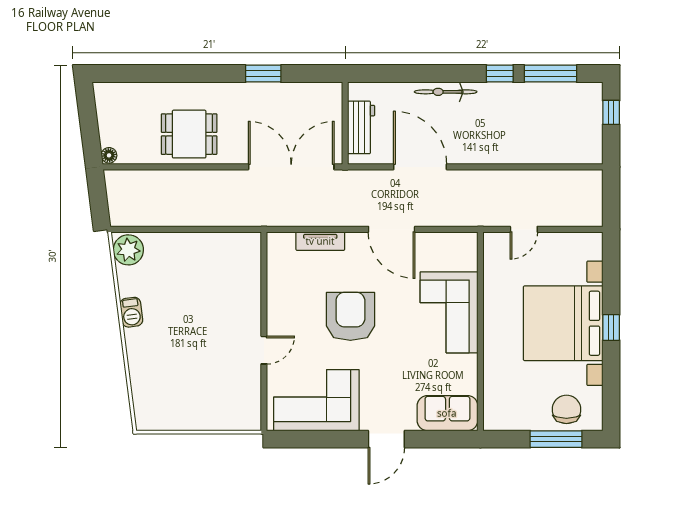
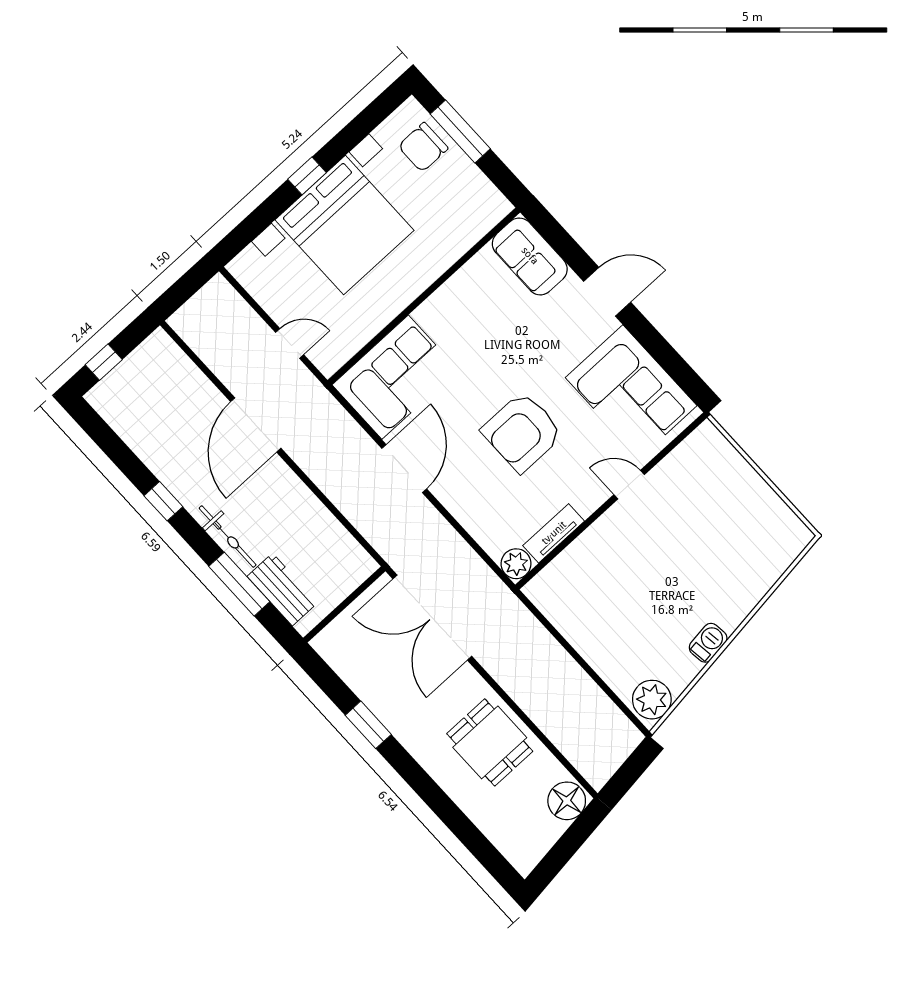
window: (550, 74) -> (239, 584), moved
workbench: (361, 127) -> (282, 590), moved, turned 90
floor lamp: (109, 155) -> (567, 801), width x1.89, depth x1.89
door: (420, 167) -> (256, 425), moved
tv unit: (320, 241) -> (554, 533), moved, turned -90
plant: (278, 243) -> (516, 564), added
corner sofa: (449, 312) -> (395, 377), moved

